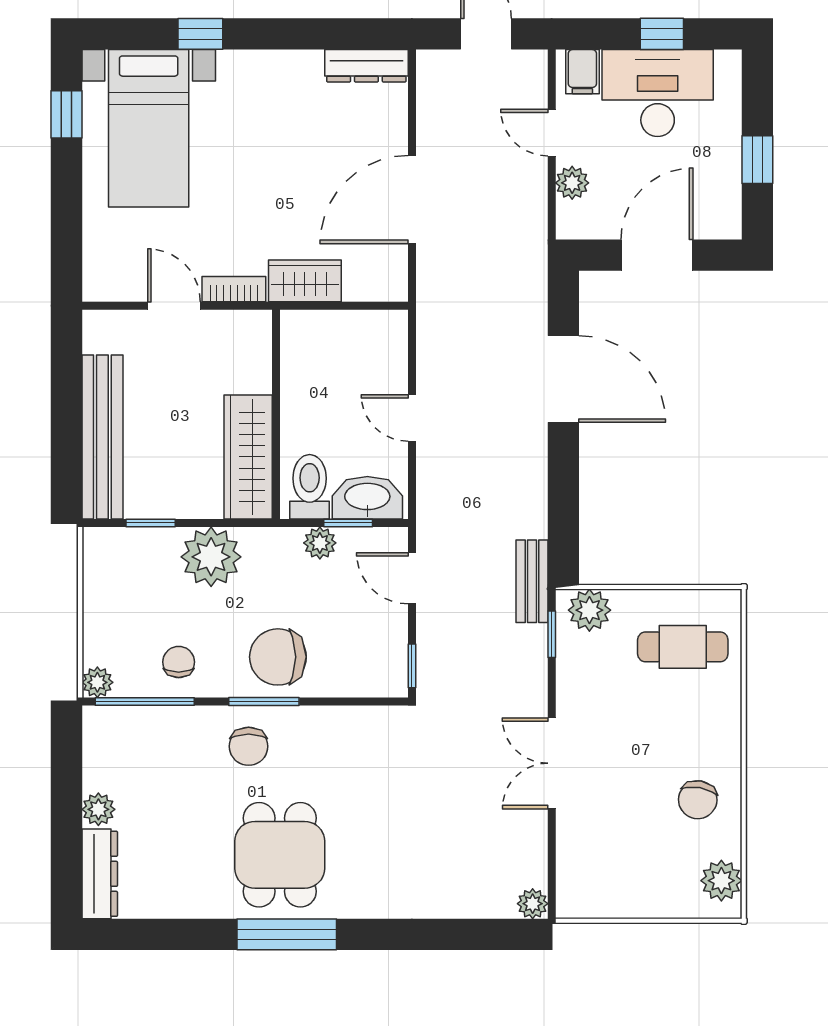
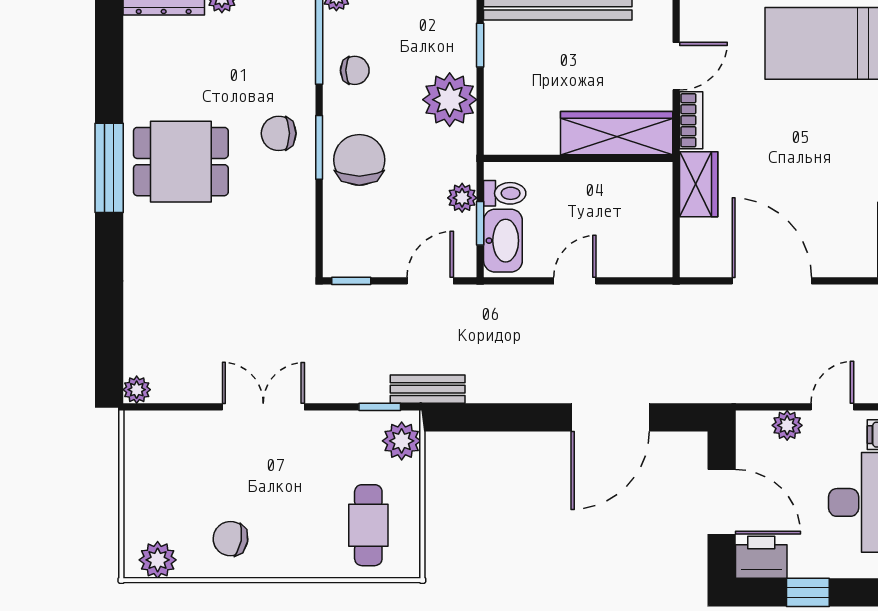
printer: (718, 211) -> (761, 557), added
wardrobe: (248, 457) -> (617, 133), moved
toilet: (310, 487) -> (505, 193), width x0.73, depth x0.72

